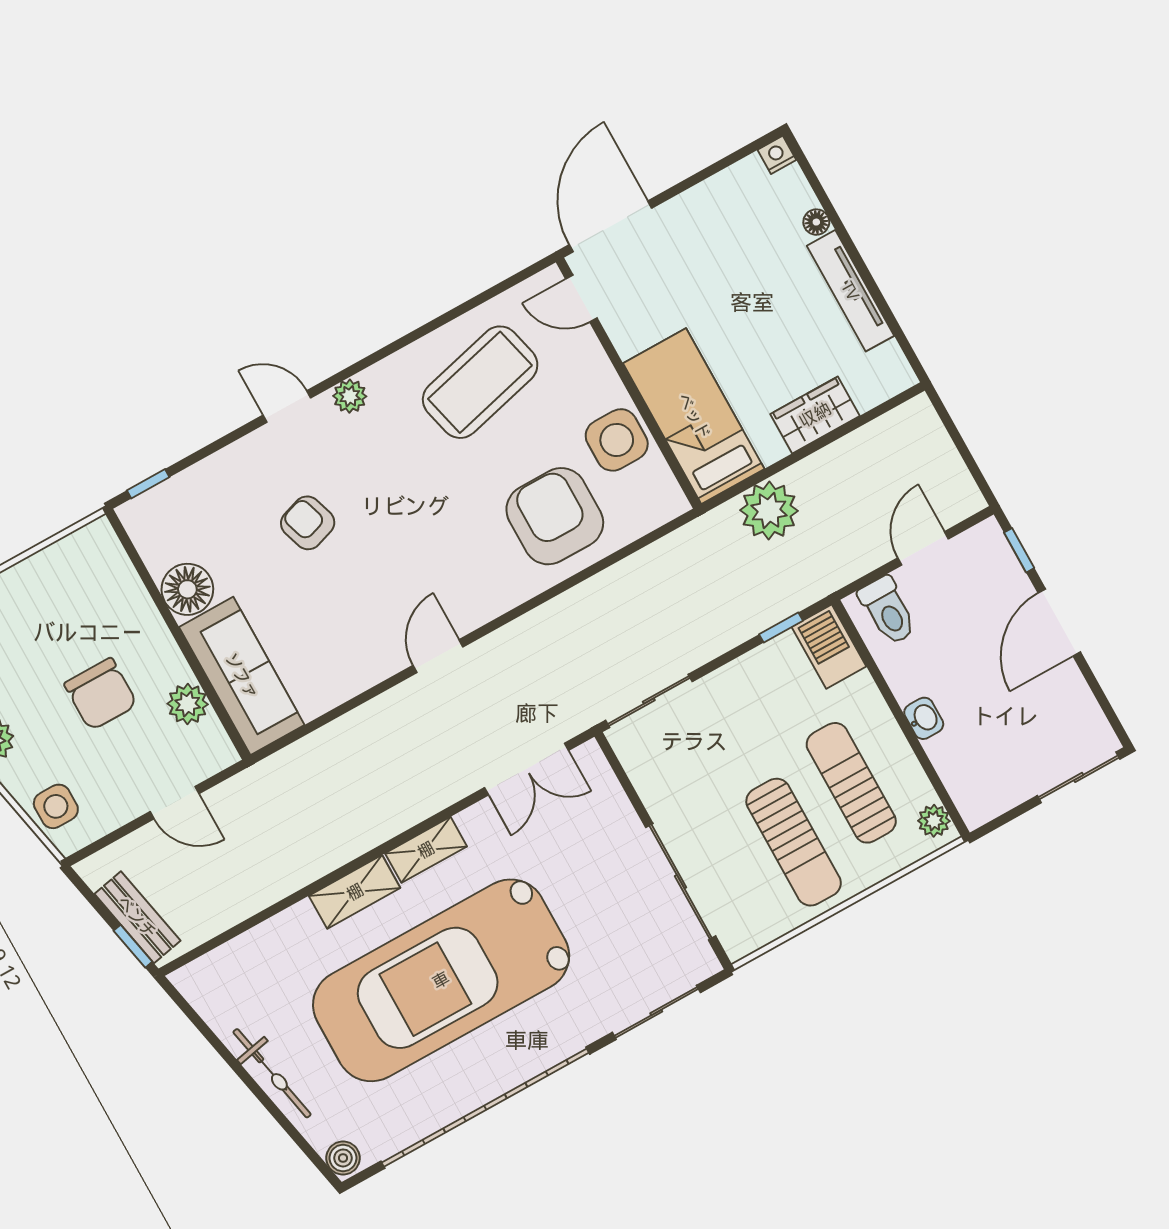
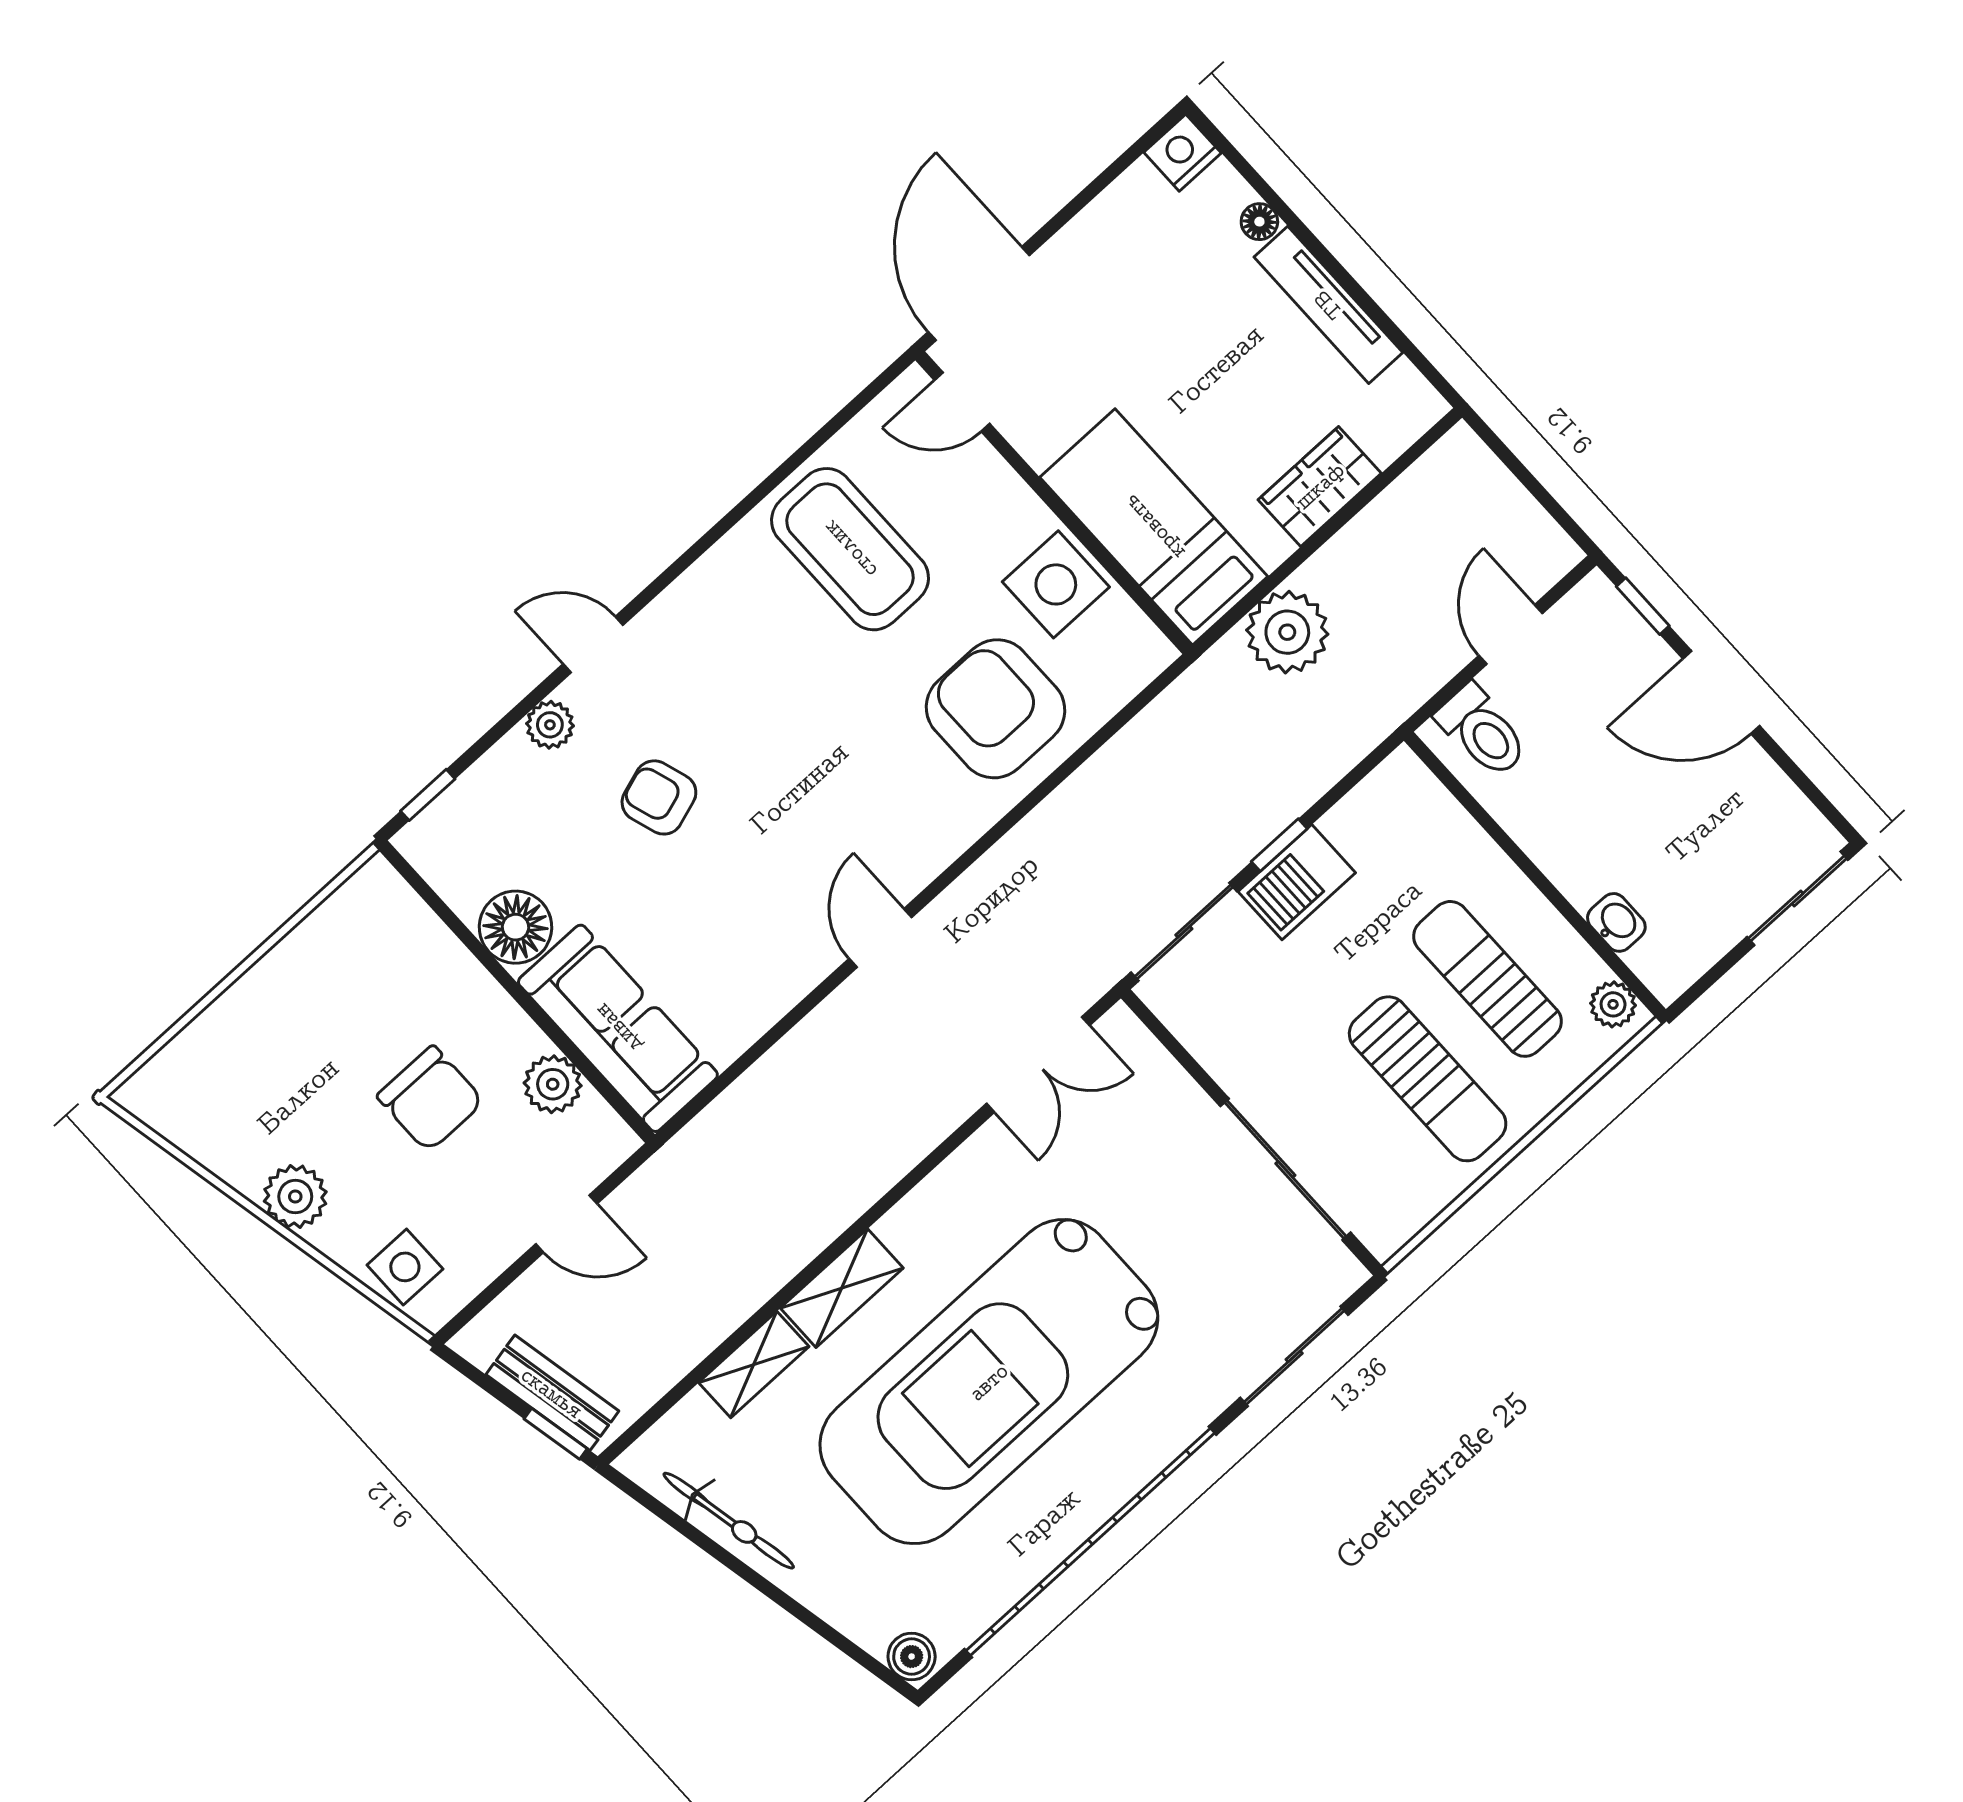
nightstand: (777, 155) -> (1183, 153), width x1.39, depth x1.35
coffee table: (480, 382) -> (850, 549), turned -76
plant: (350, 396) -> (550, 725), moved
door: (1059, 622) -> (1721, 692), hinge flipped
window: (781, 627) -> (1279, 845), moved
barbecue: (829, 647) -> (1297, 882), moved, turned -90
washbasin: (924, 718) -> (1616, 922), moved
shelving: (426, 850) -> (754, 1364), moved
bicycle: (272, 1073) -> (729, 1521), moved

